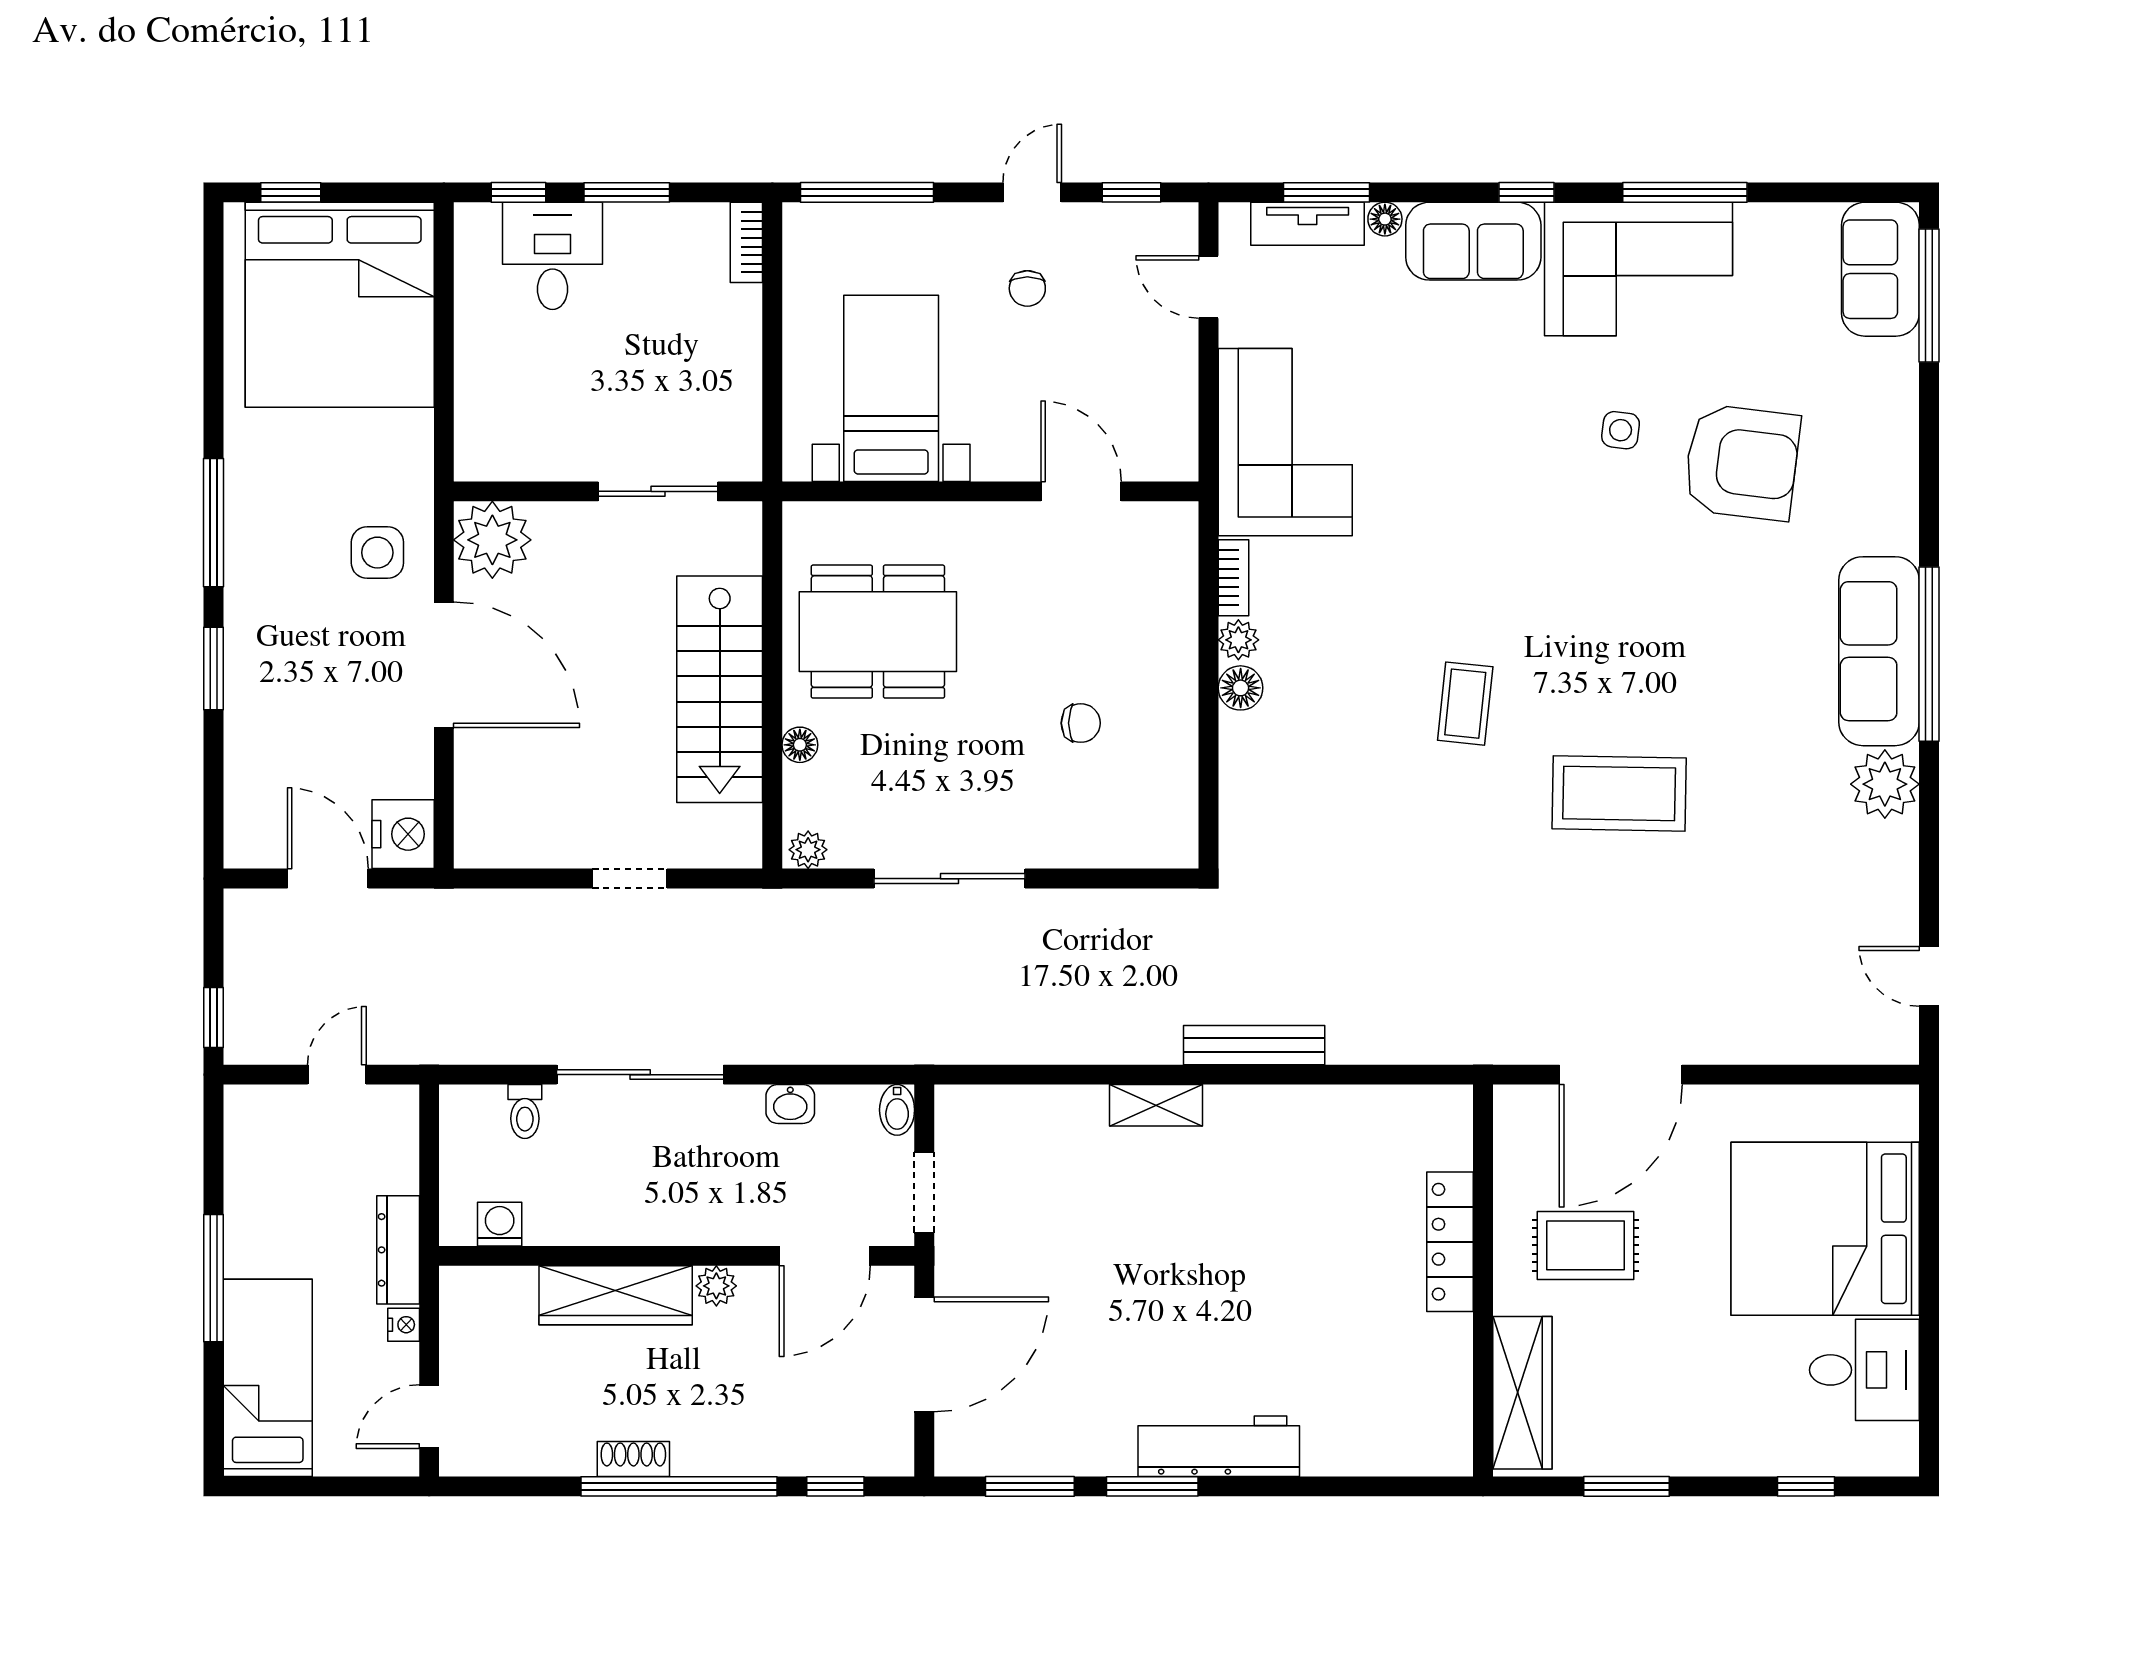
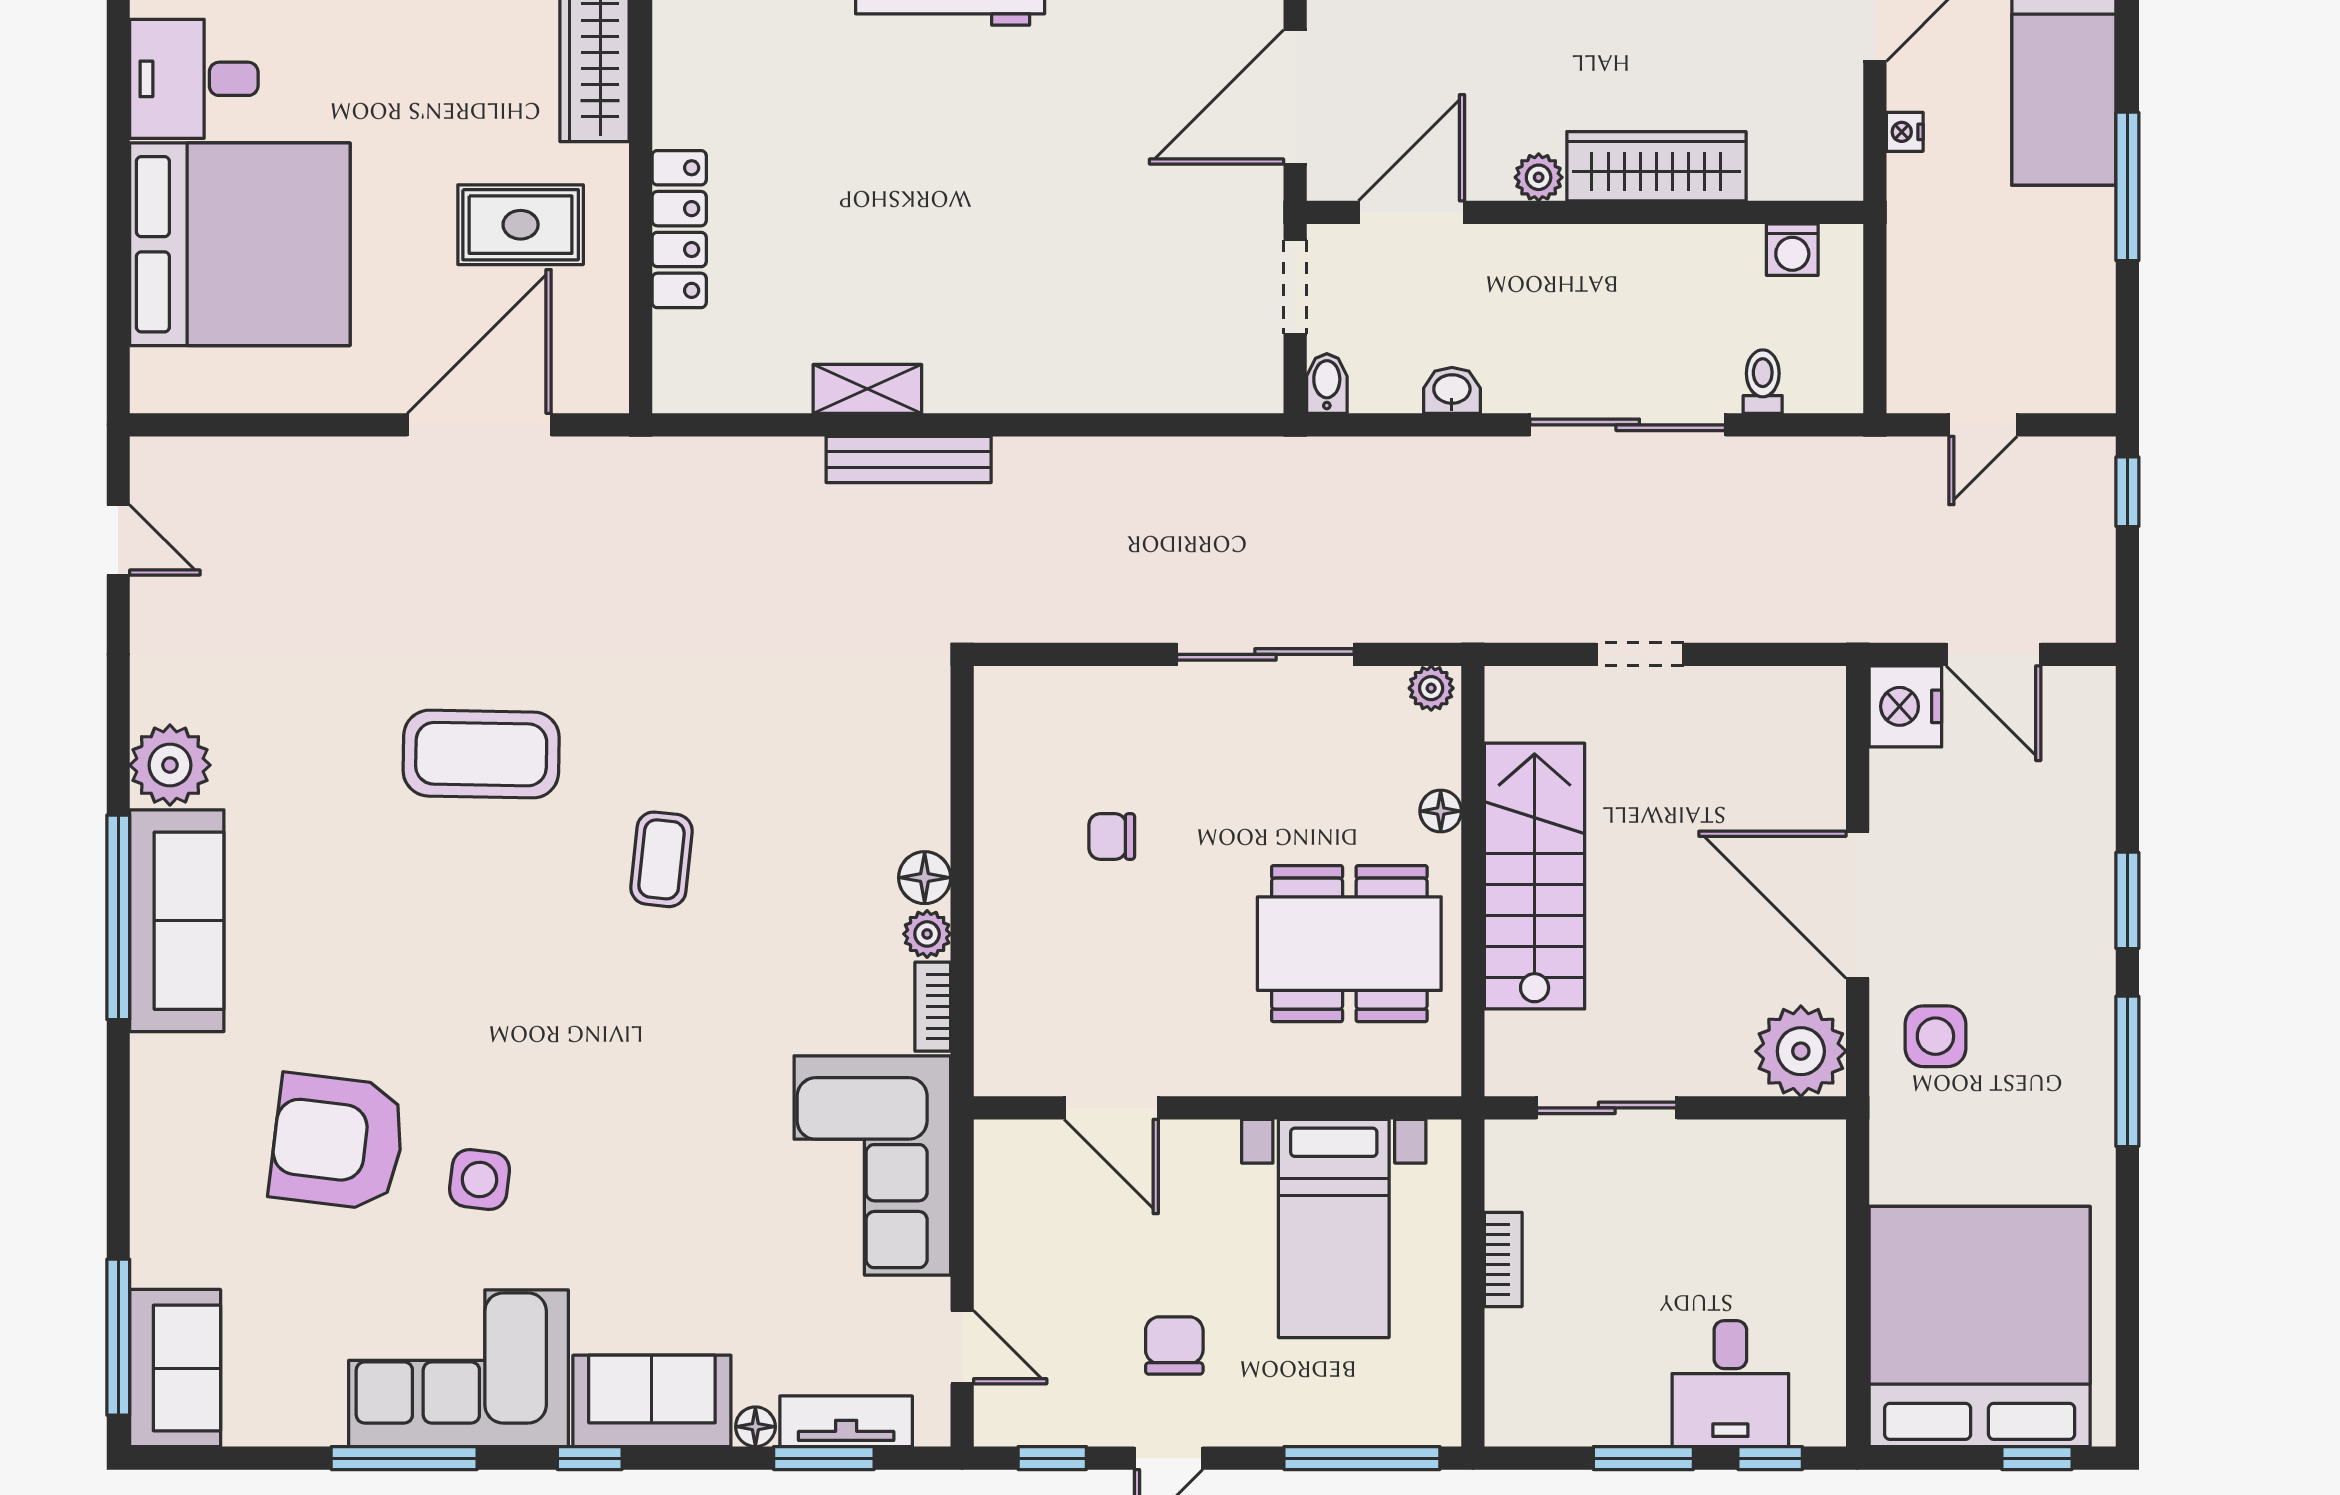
bookcase: (746, 242) -> (1503, 1259), moved
chair: (1027, 288) -> (1174, 1345), width x1.37, depth x1.37
side table: (1621, 430) -> (480, 1179), width x1.37, depth x1.37
shelving: (1156, 1105) -> (867, 389), moved
dresser: (398, 1250) -> (1911, 219), removed

